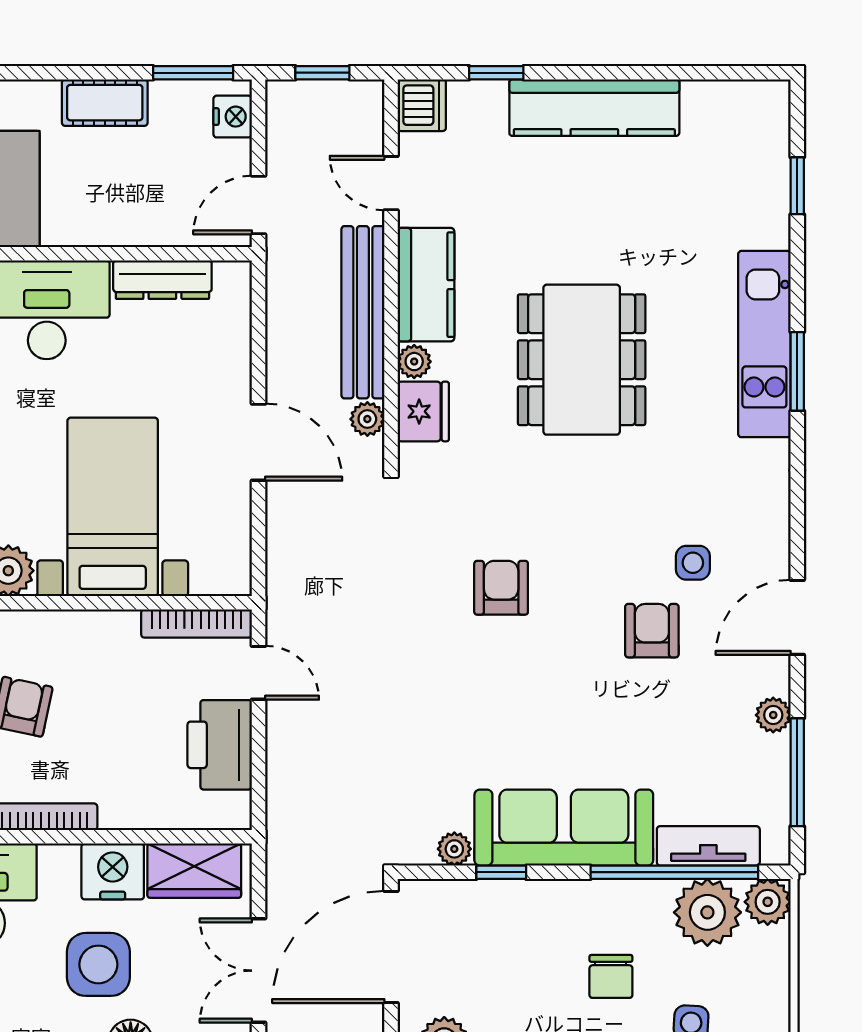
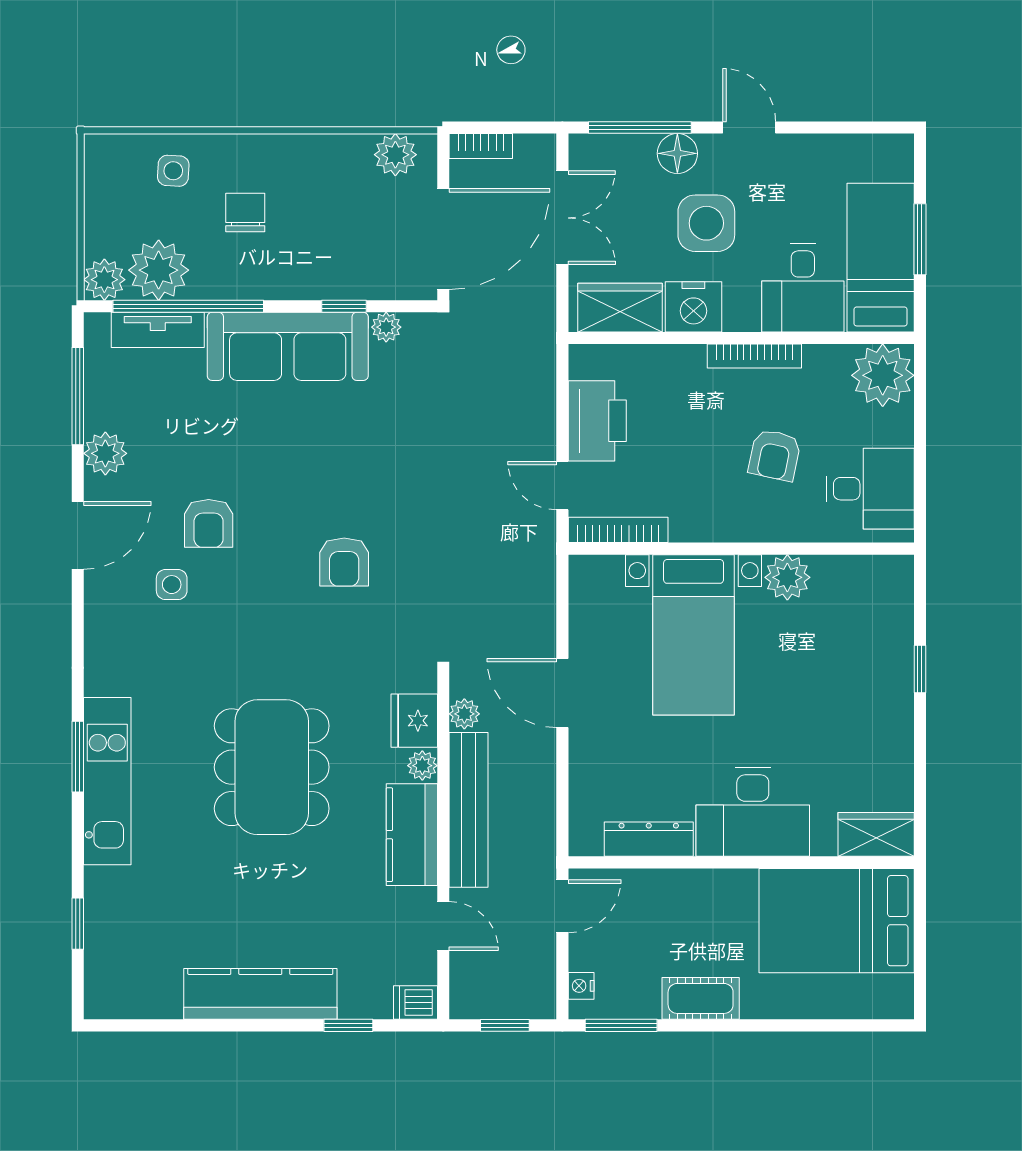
dishwasher: (422, 105) -> (416, 1002), width x0.73
nightstand: (233, 117) -> (581, 986), width x0.72, depth x0.74
plant: (773, 715) -> (105, 453), width x1.38, depth x1.38

